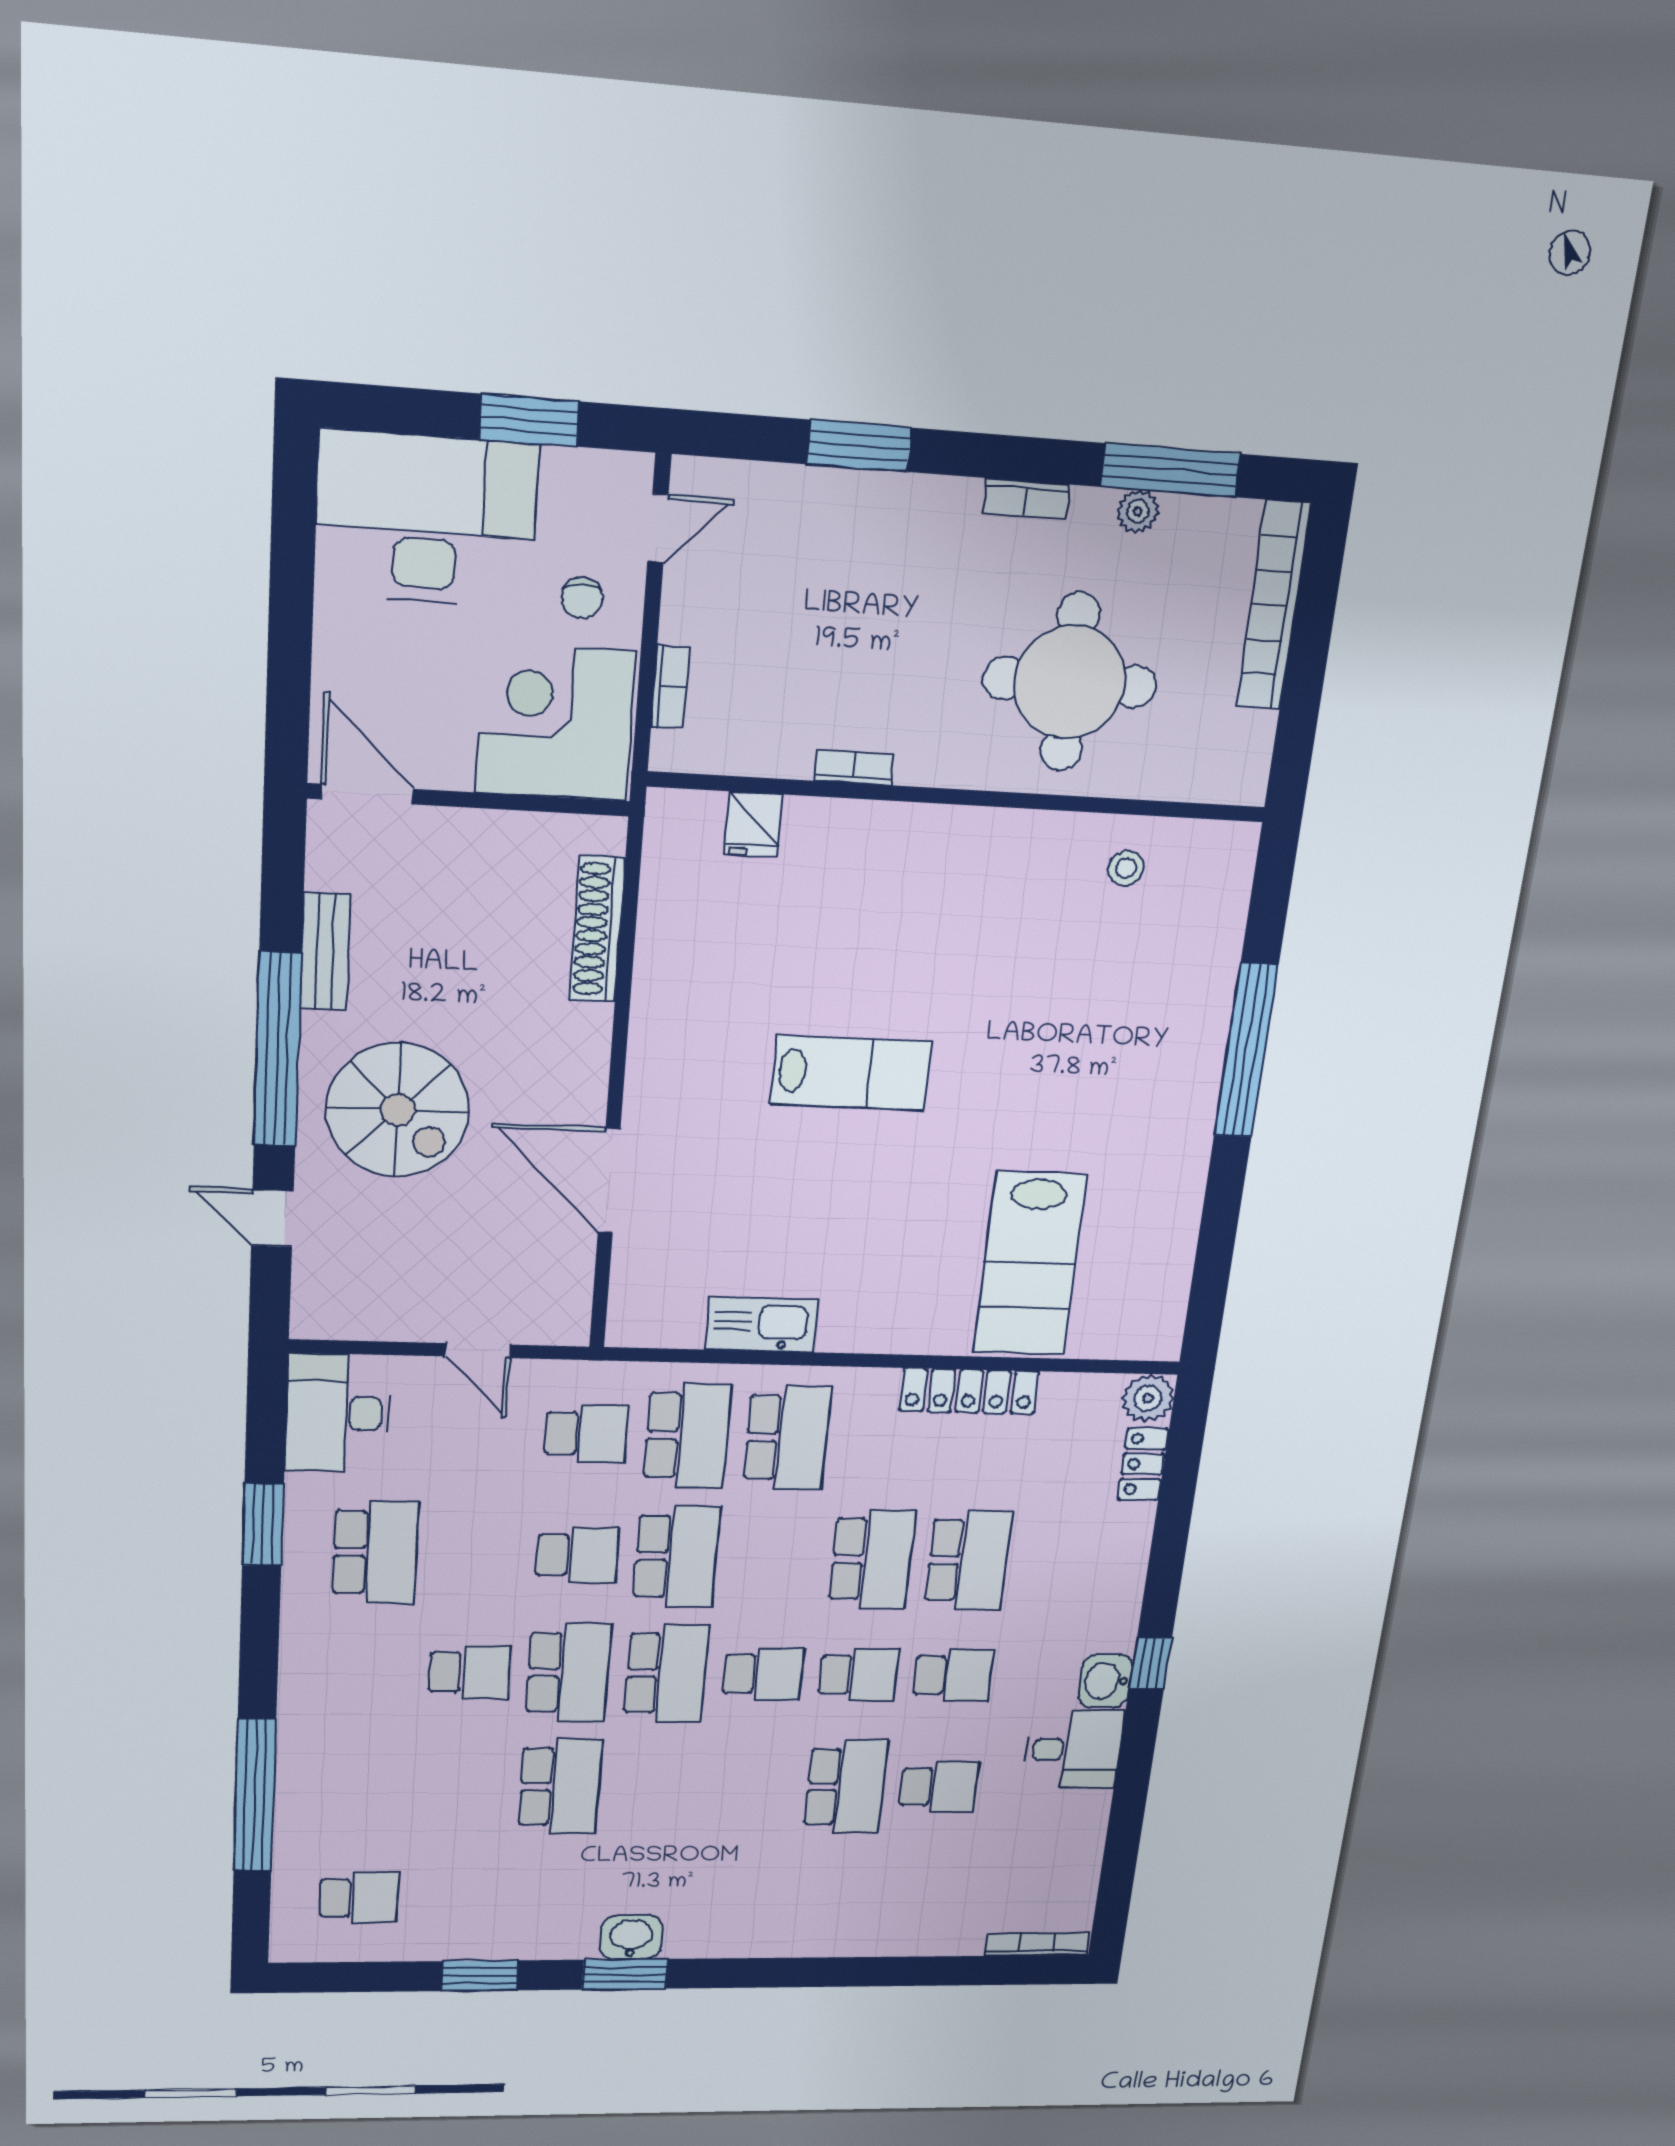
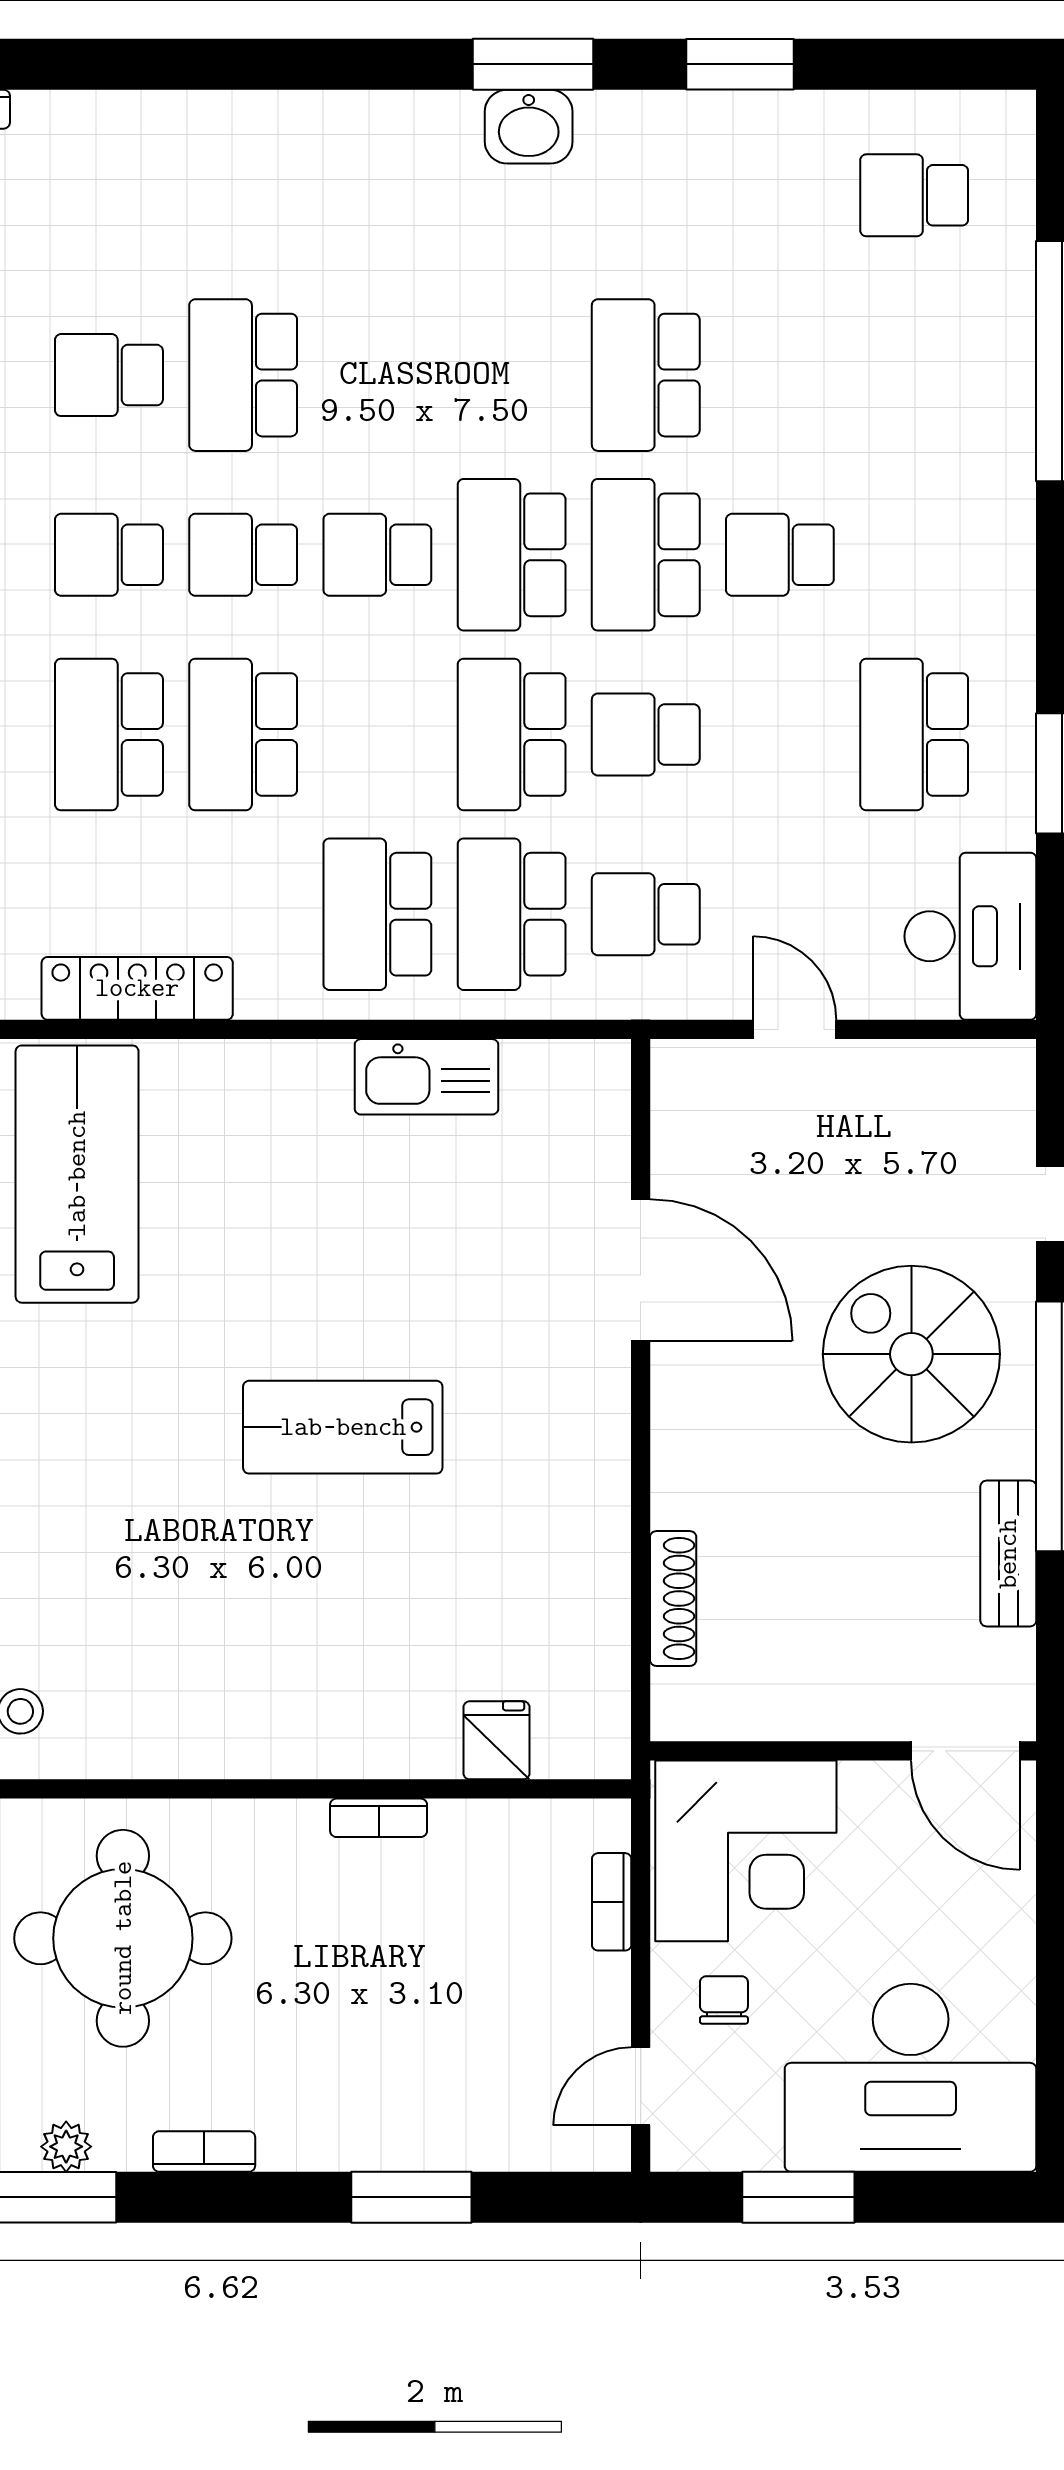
shoe rack: (597, 929) -> (673, 1599), width x0.74, depth x0.81

